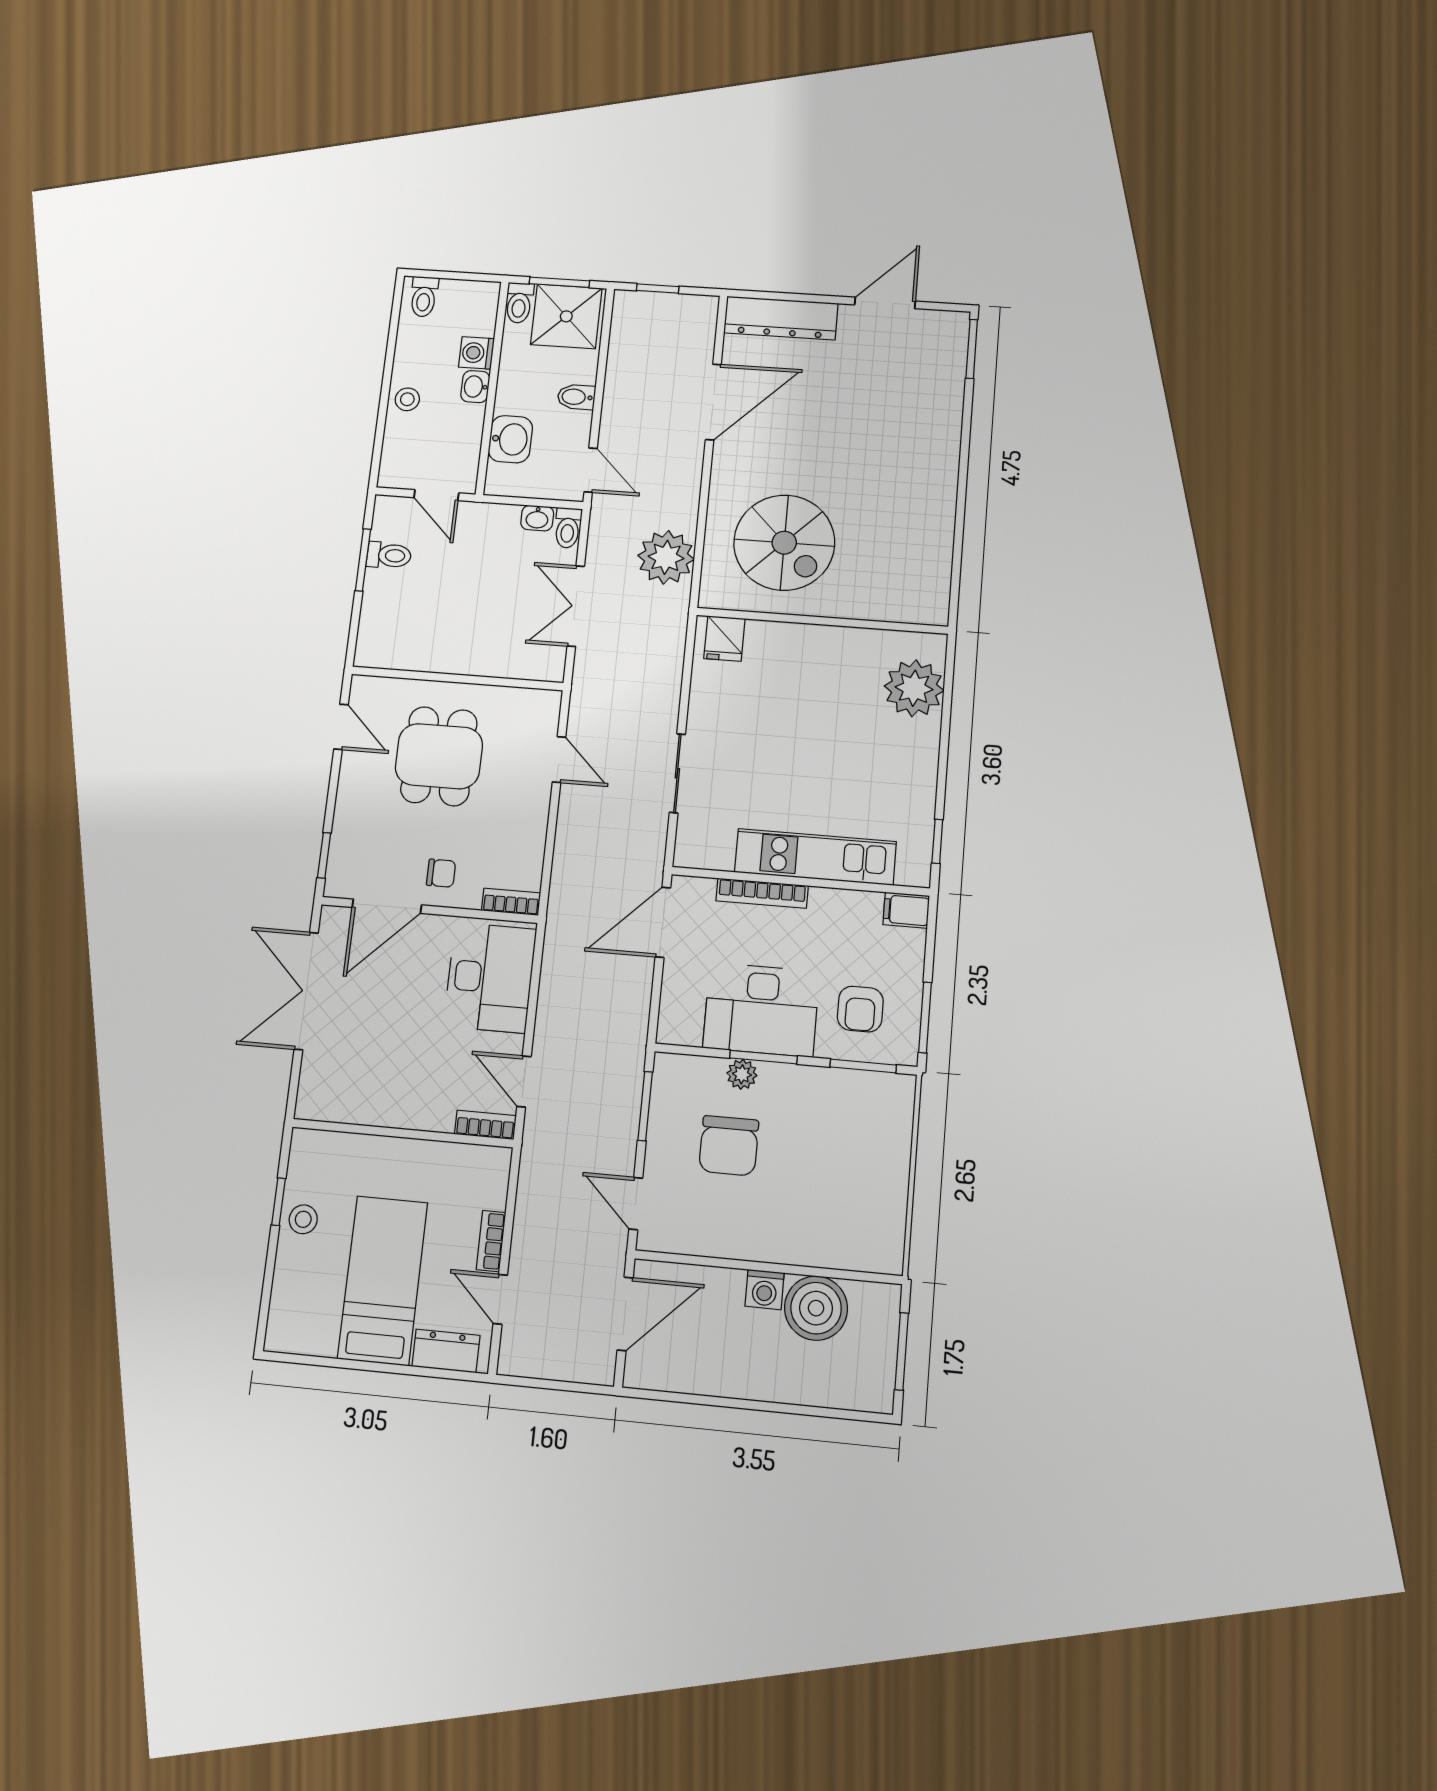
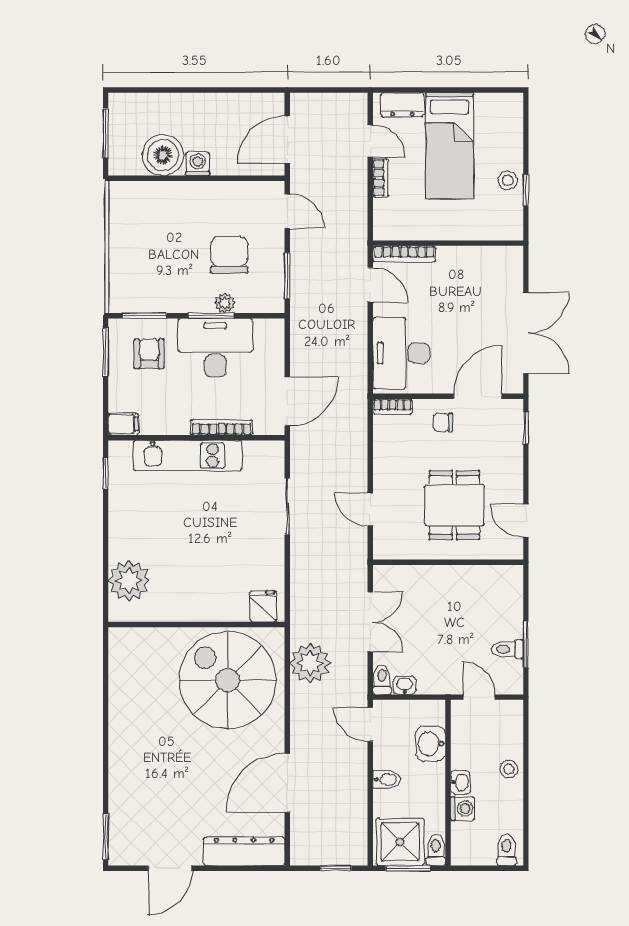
spiral stairs: (784, 543) -> (228, 680), width x1.37, depth x1.37
bookcase: (485, 1125) -> (404, 254), width x1.56

